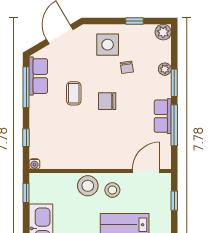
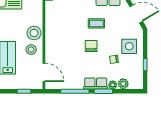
plant: (163, 32) -> (123, 84), moved
row of seats: (163, 116) -> (96, 84), moved

